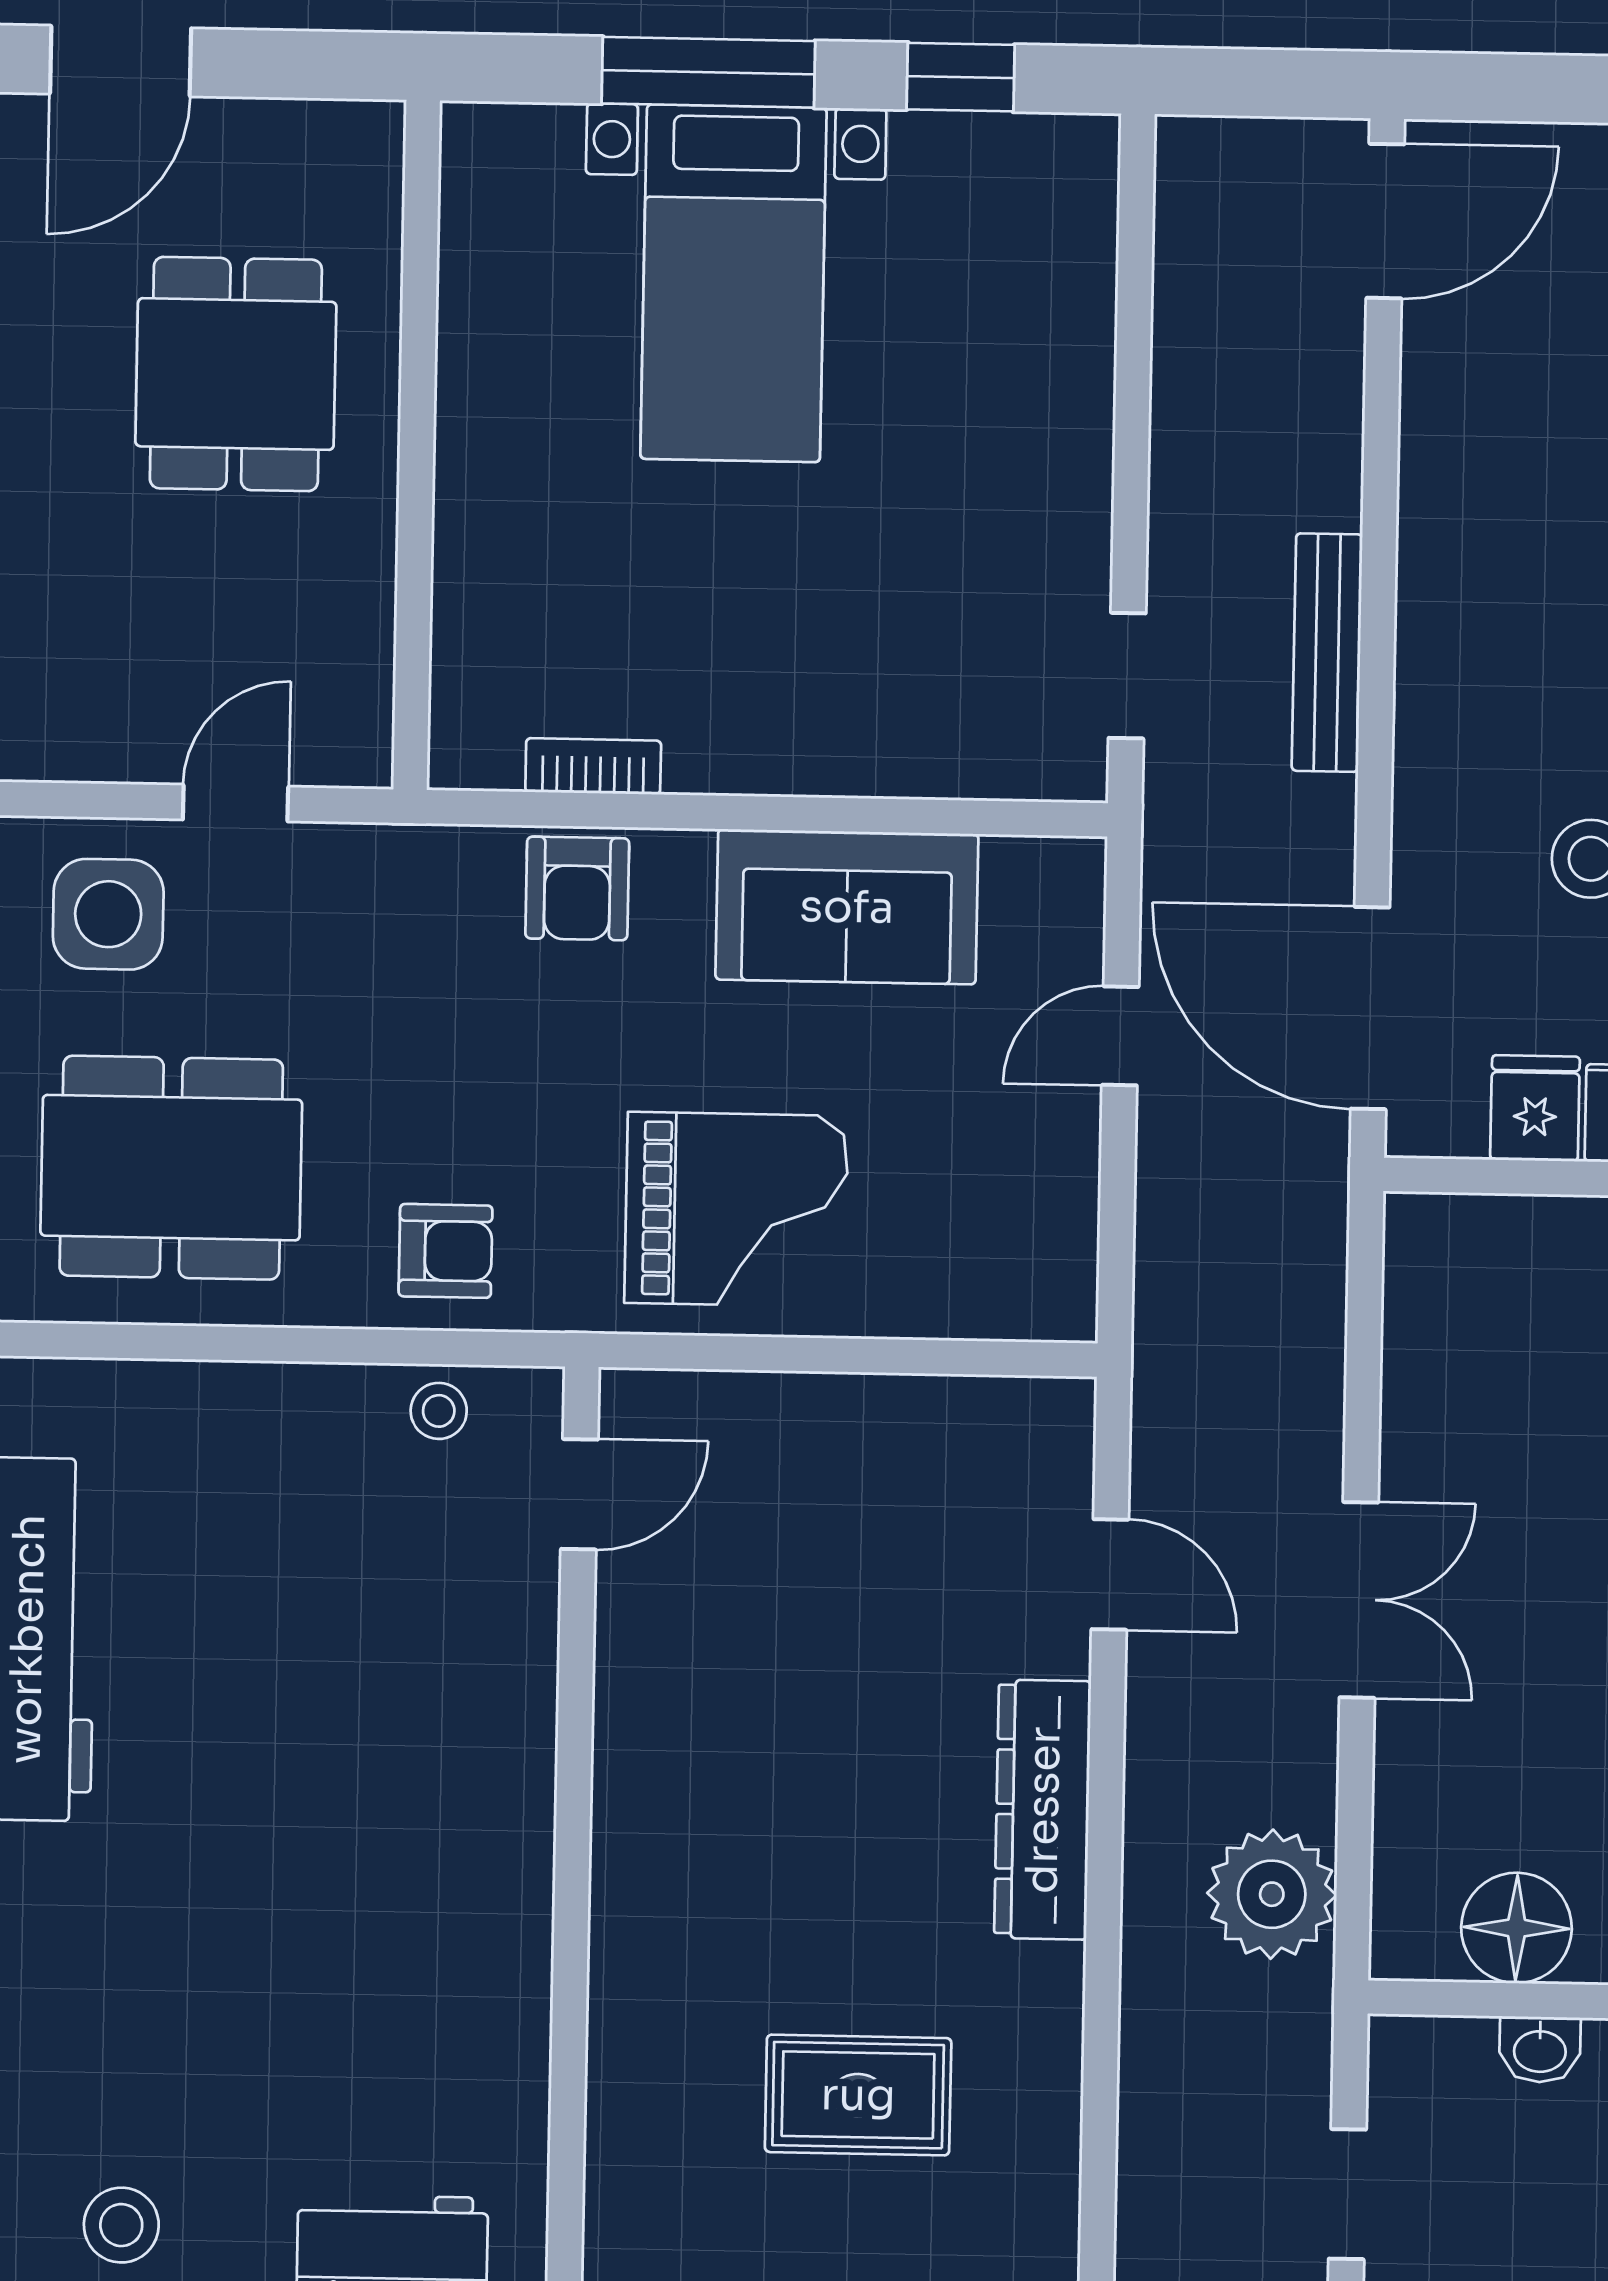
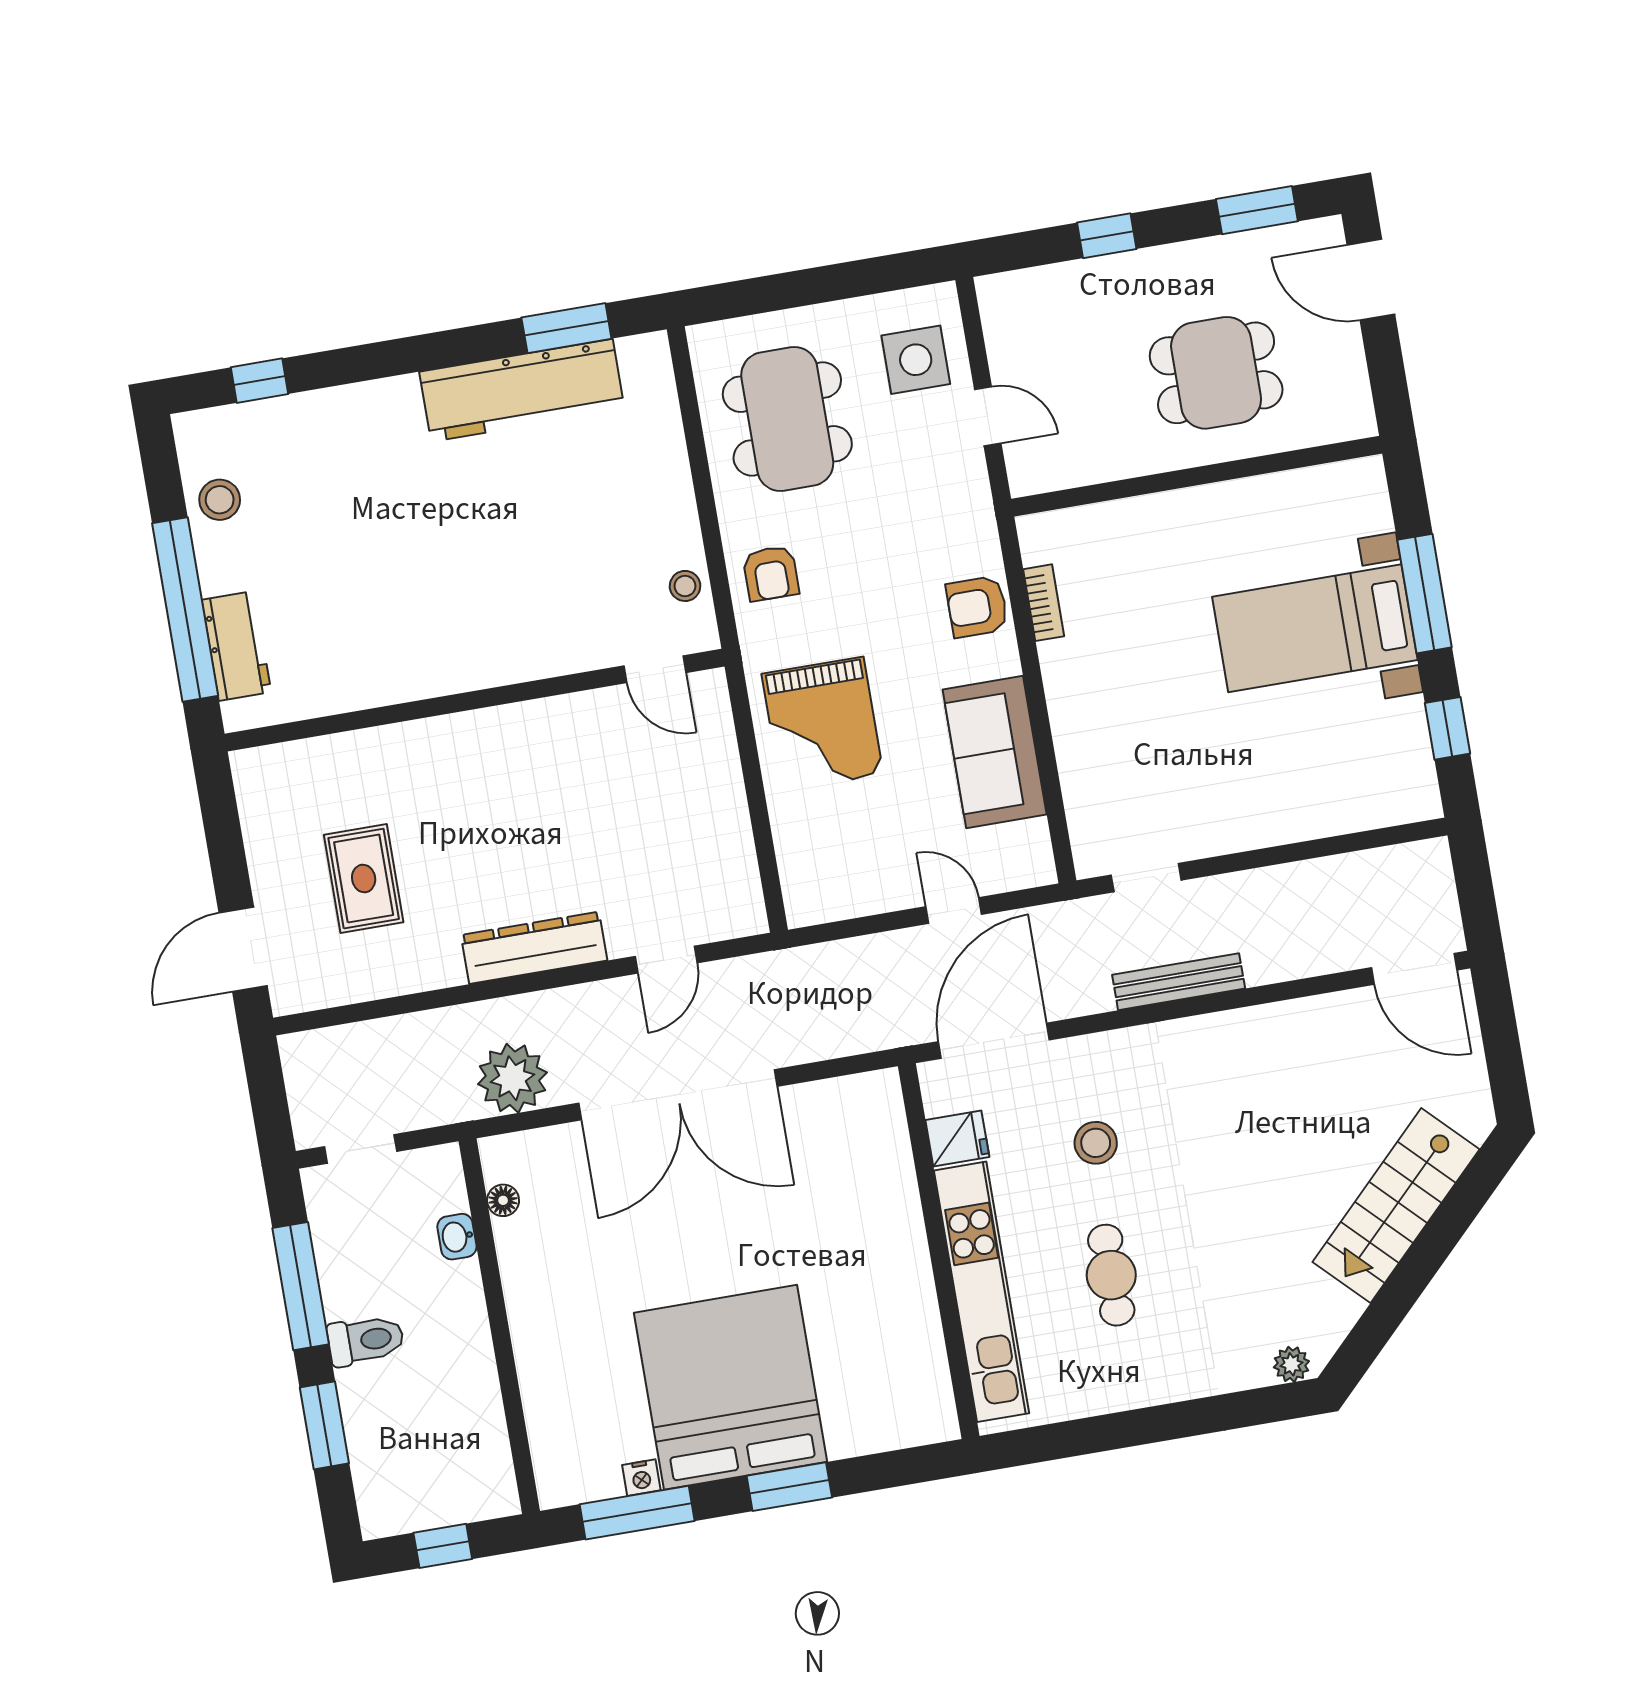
double door: (1359, 1600) -> (678, 1095), width x1.87
floor lamp: (1516, 1928) -> (503, 1200), width x0.53, depth x0.53

